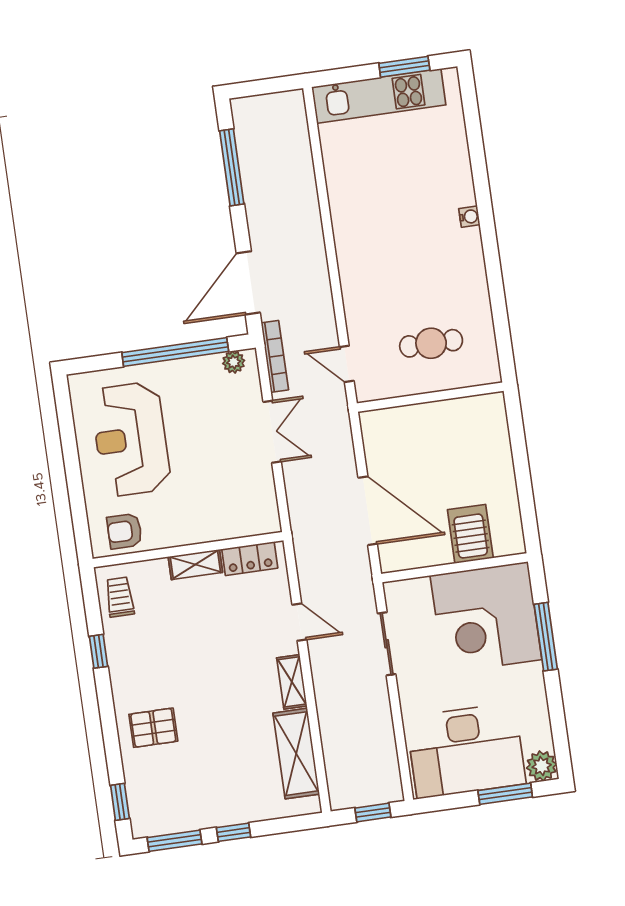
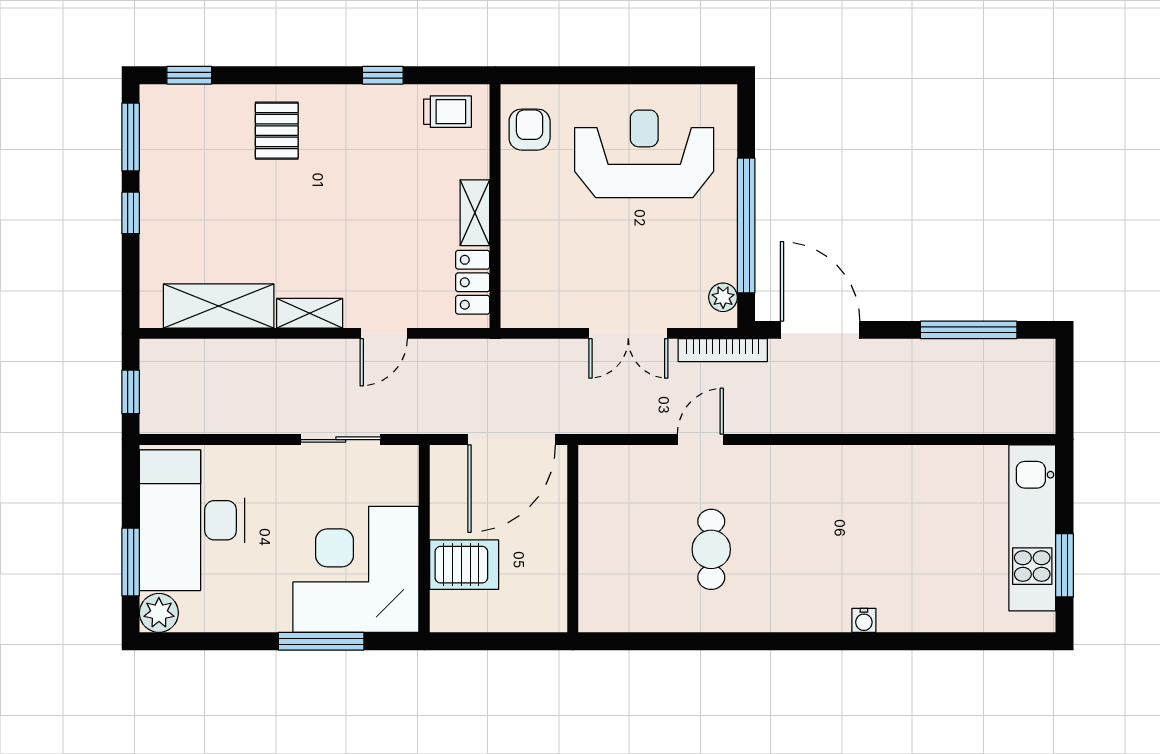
wall: (430, 397) -> (573, 539), moved

